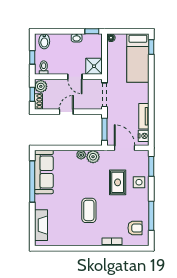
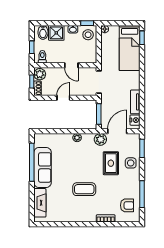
stool: (93, 44) -> (88, 35), added
shower: (94, 66) -> (56, 33), moved
door: (125, 148) -> (117, 131), hinge flipped
plant: (93, 157) -> (100, 139), moved
sofa: (44, 172) -> (43, 167), moved
coffee table: (89, 210) -> (84, 189), turned 90

